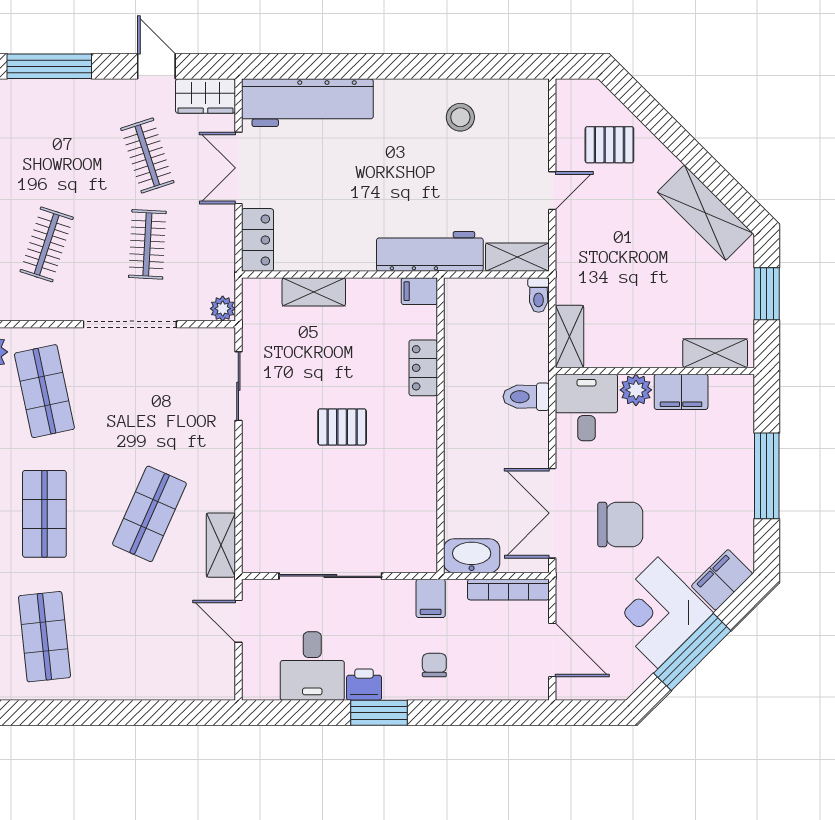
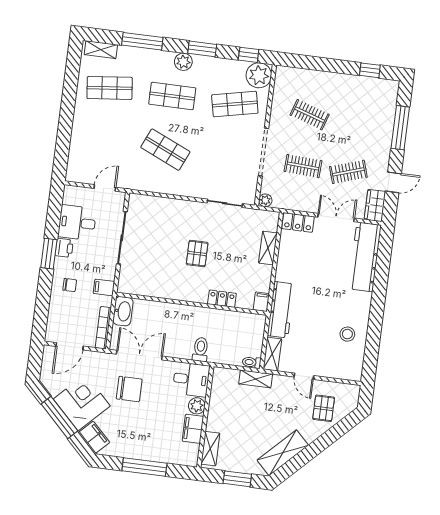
shelving: (570, 337) -> (256, 379), moved
chair: (620, 525) -> (129, 389), turned -90
shelving: (221, 545) -> (145, 184), removed

